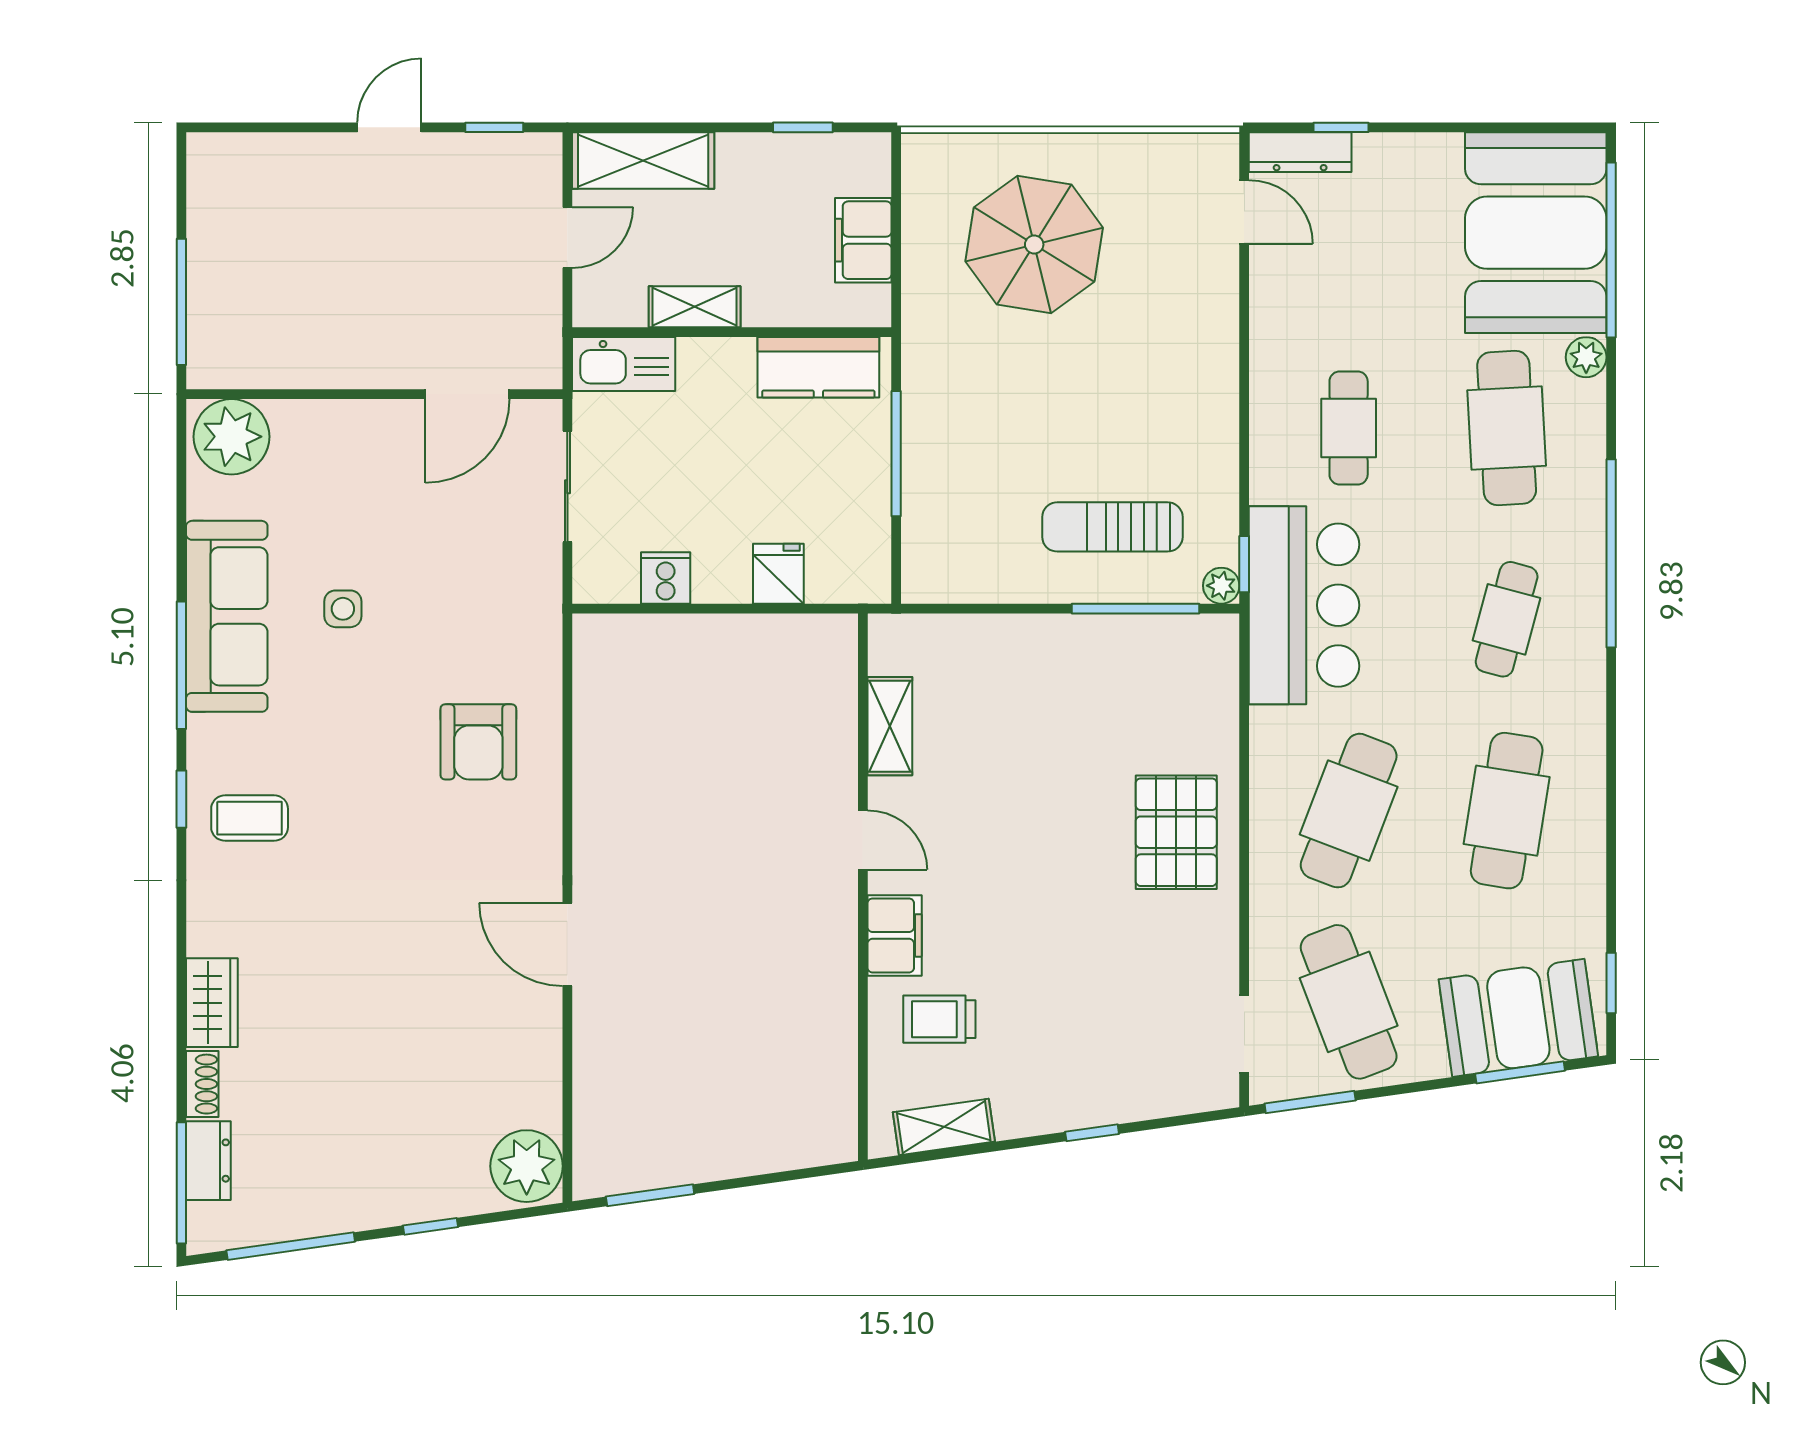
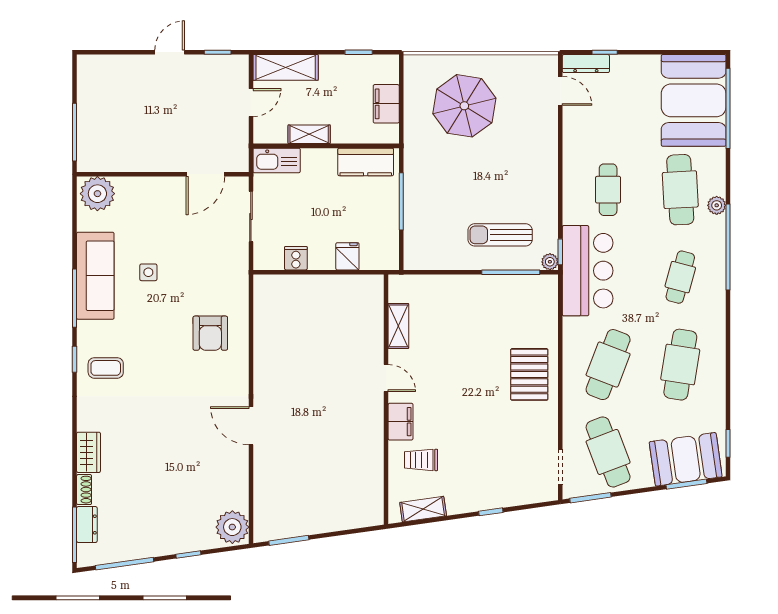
plant: (1586, 357) -> (717, 205), moved

